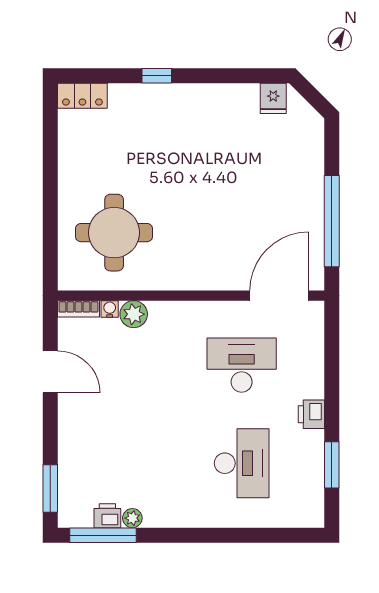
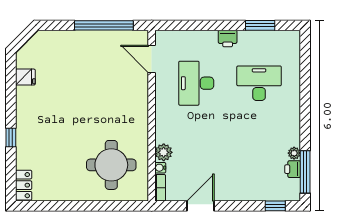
fridge: (273, 98) -> (25, 77), moved
door: (279, 296) -> (152, 59), width x0.73
window: (50, 489) -> (275, 206), width x0.67

